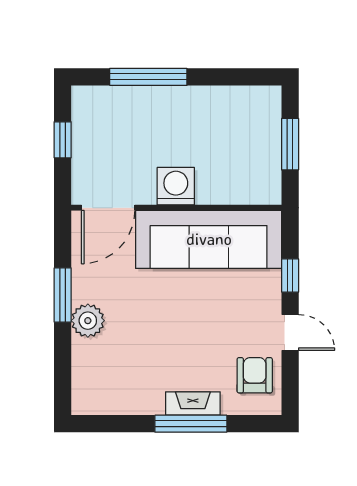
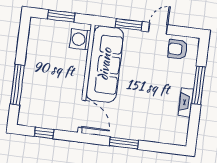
washing machine: (176, 186) -> (80, 39), moved
window: (290, 275) -> (129, 25), width x1.50
plant: (88, 321) -> (139, 132), removed
fireplace: (193, 403) -> (186, 102), moved

